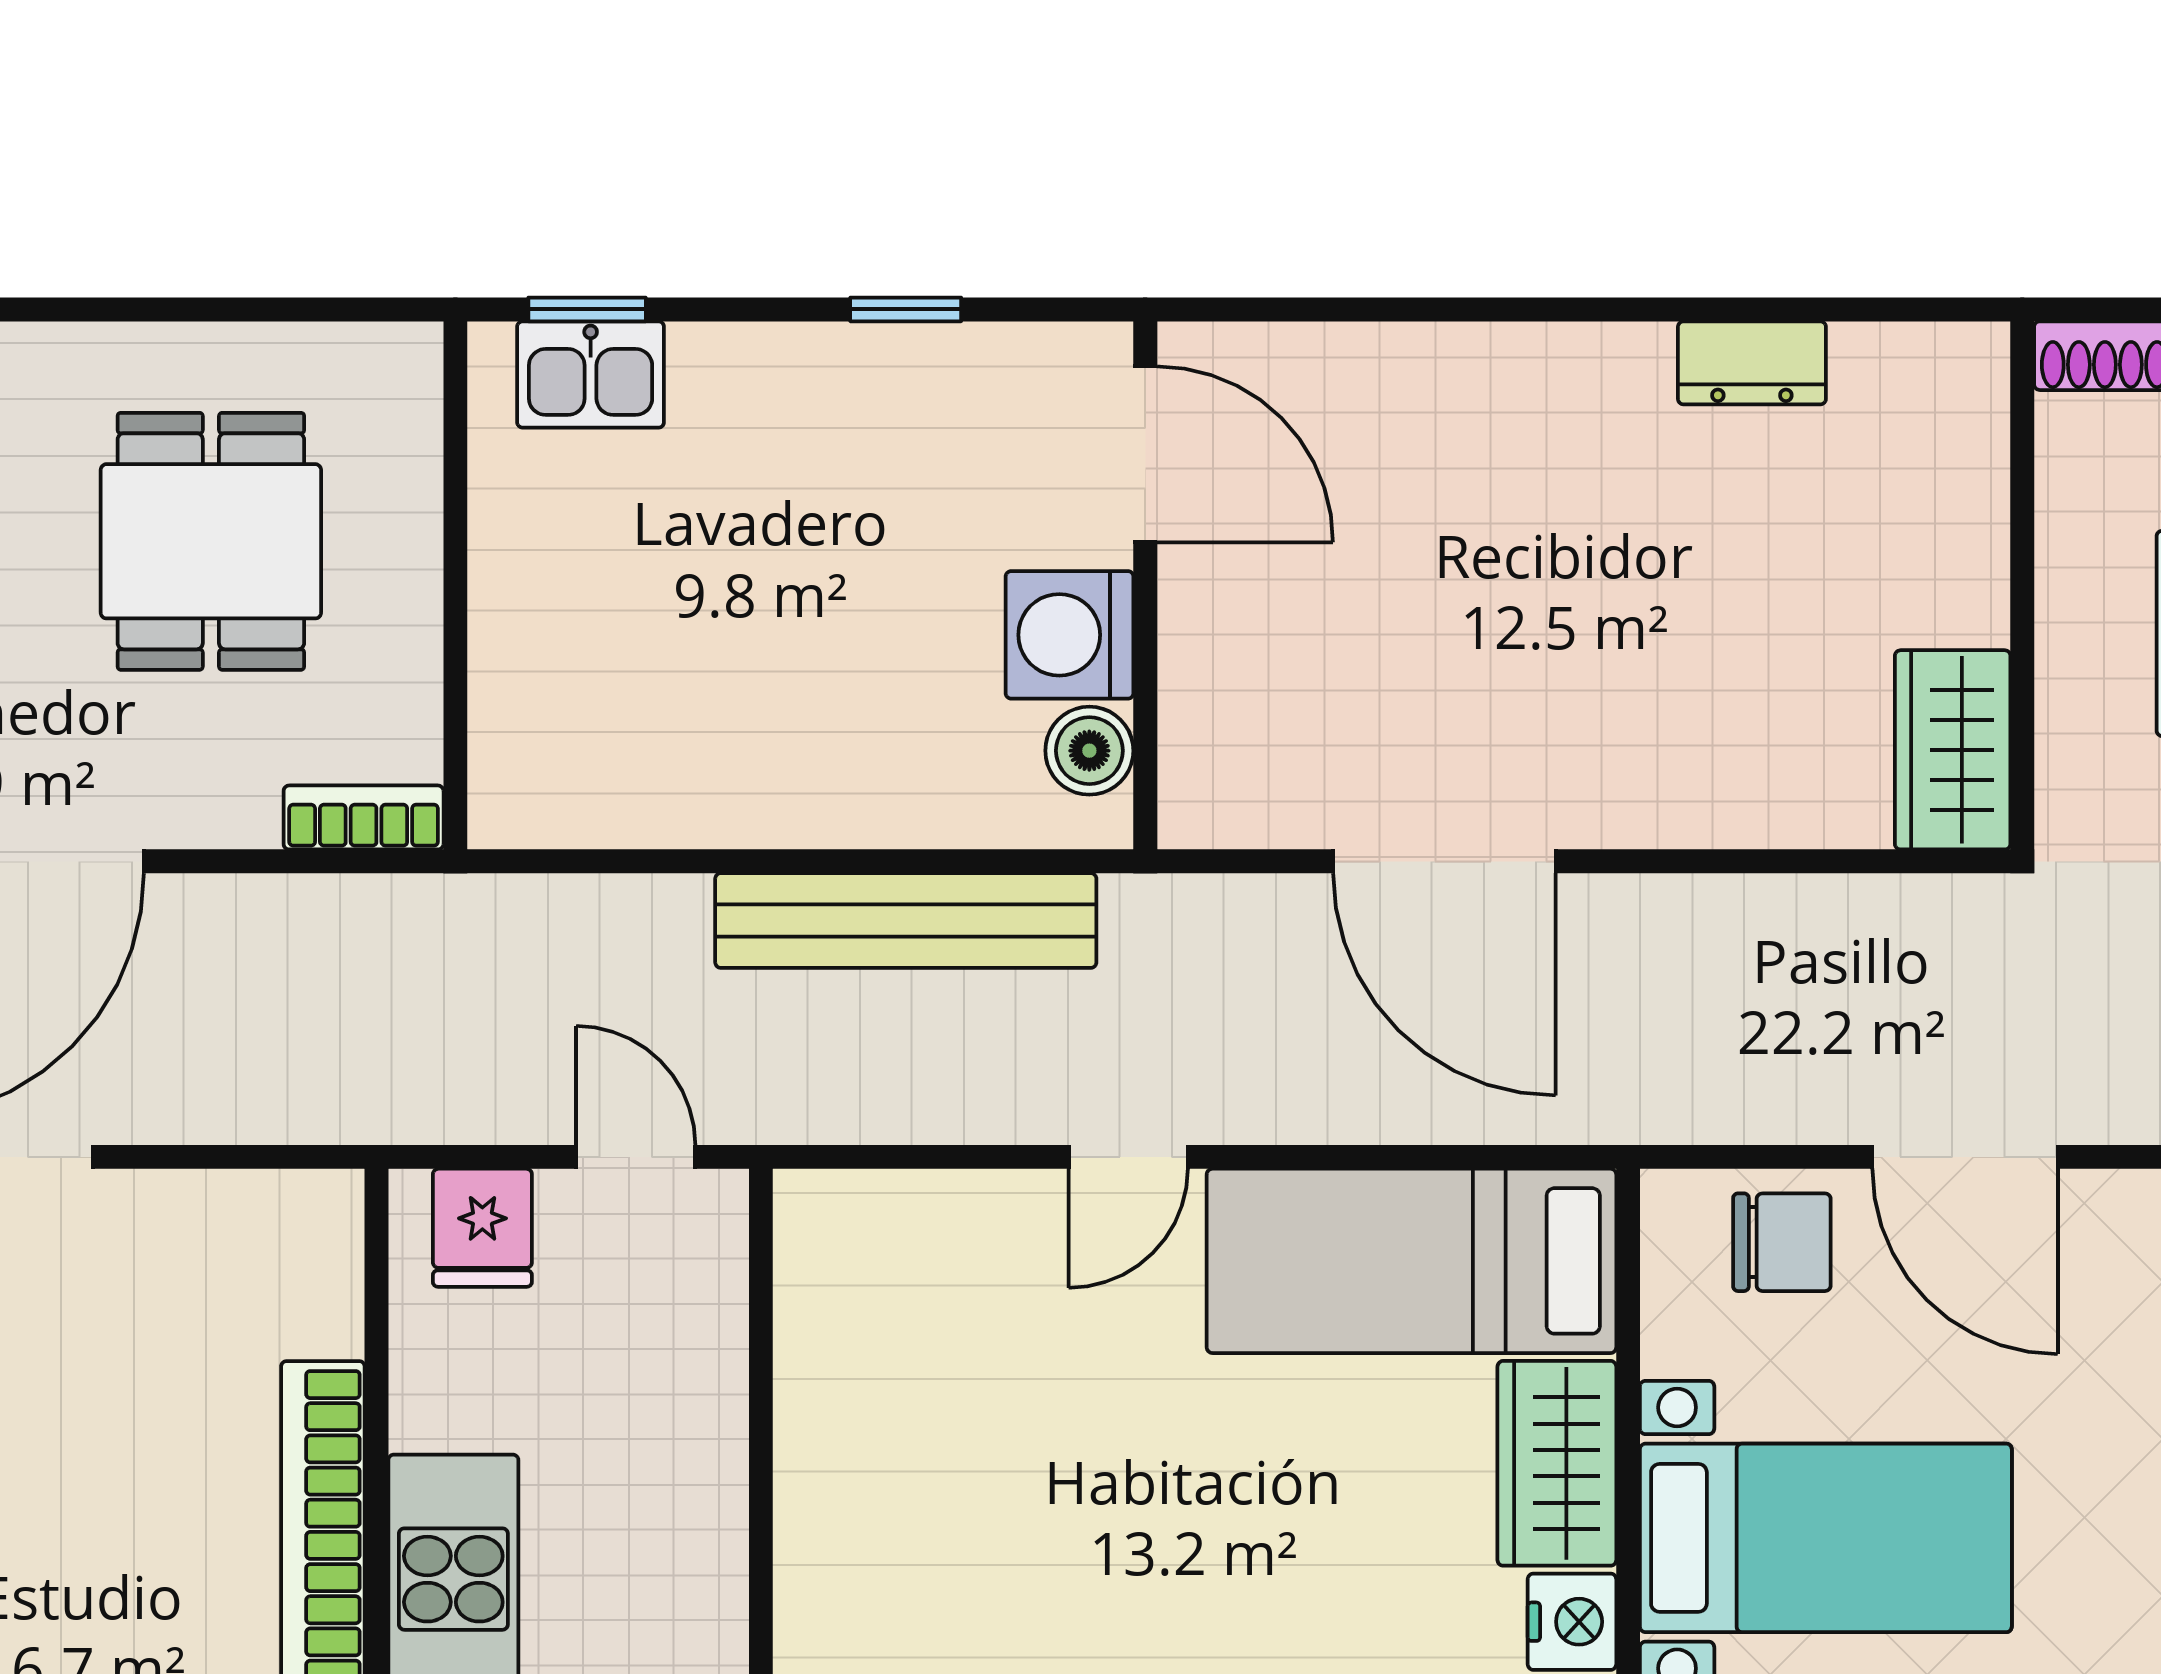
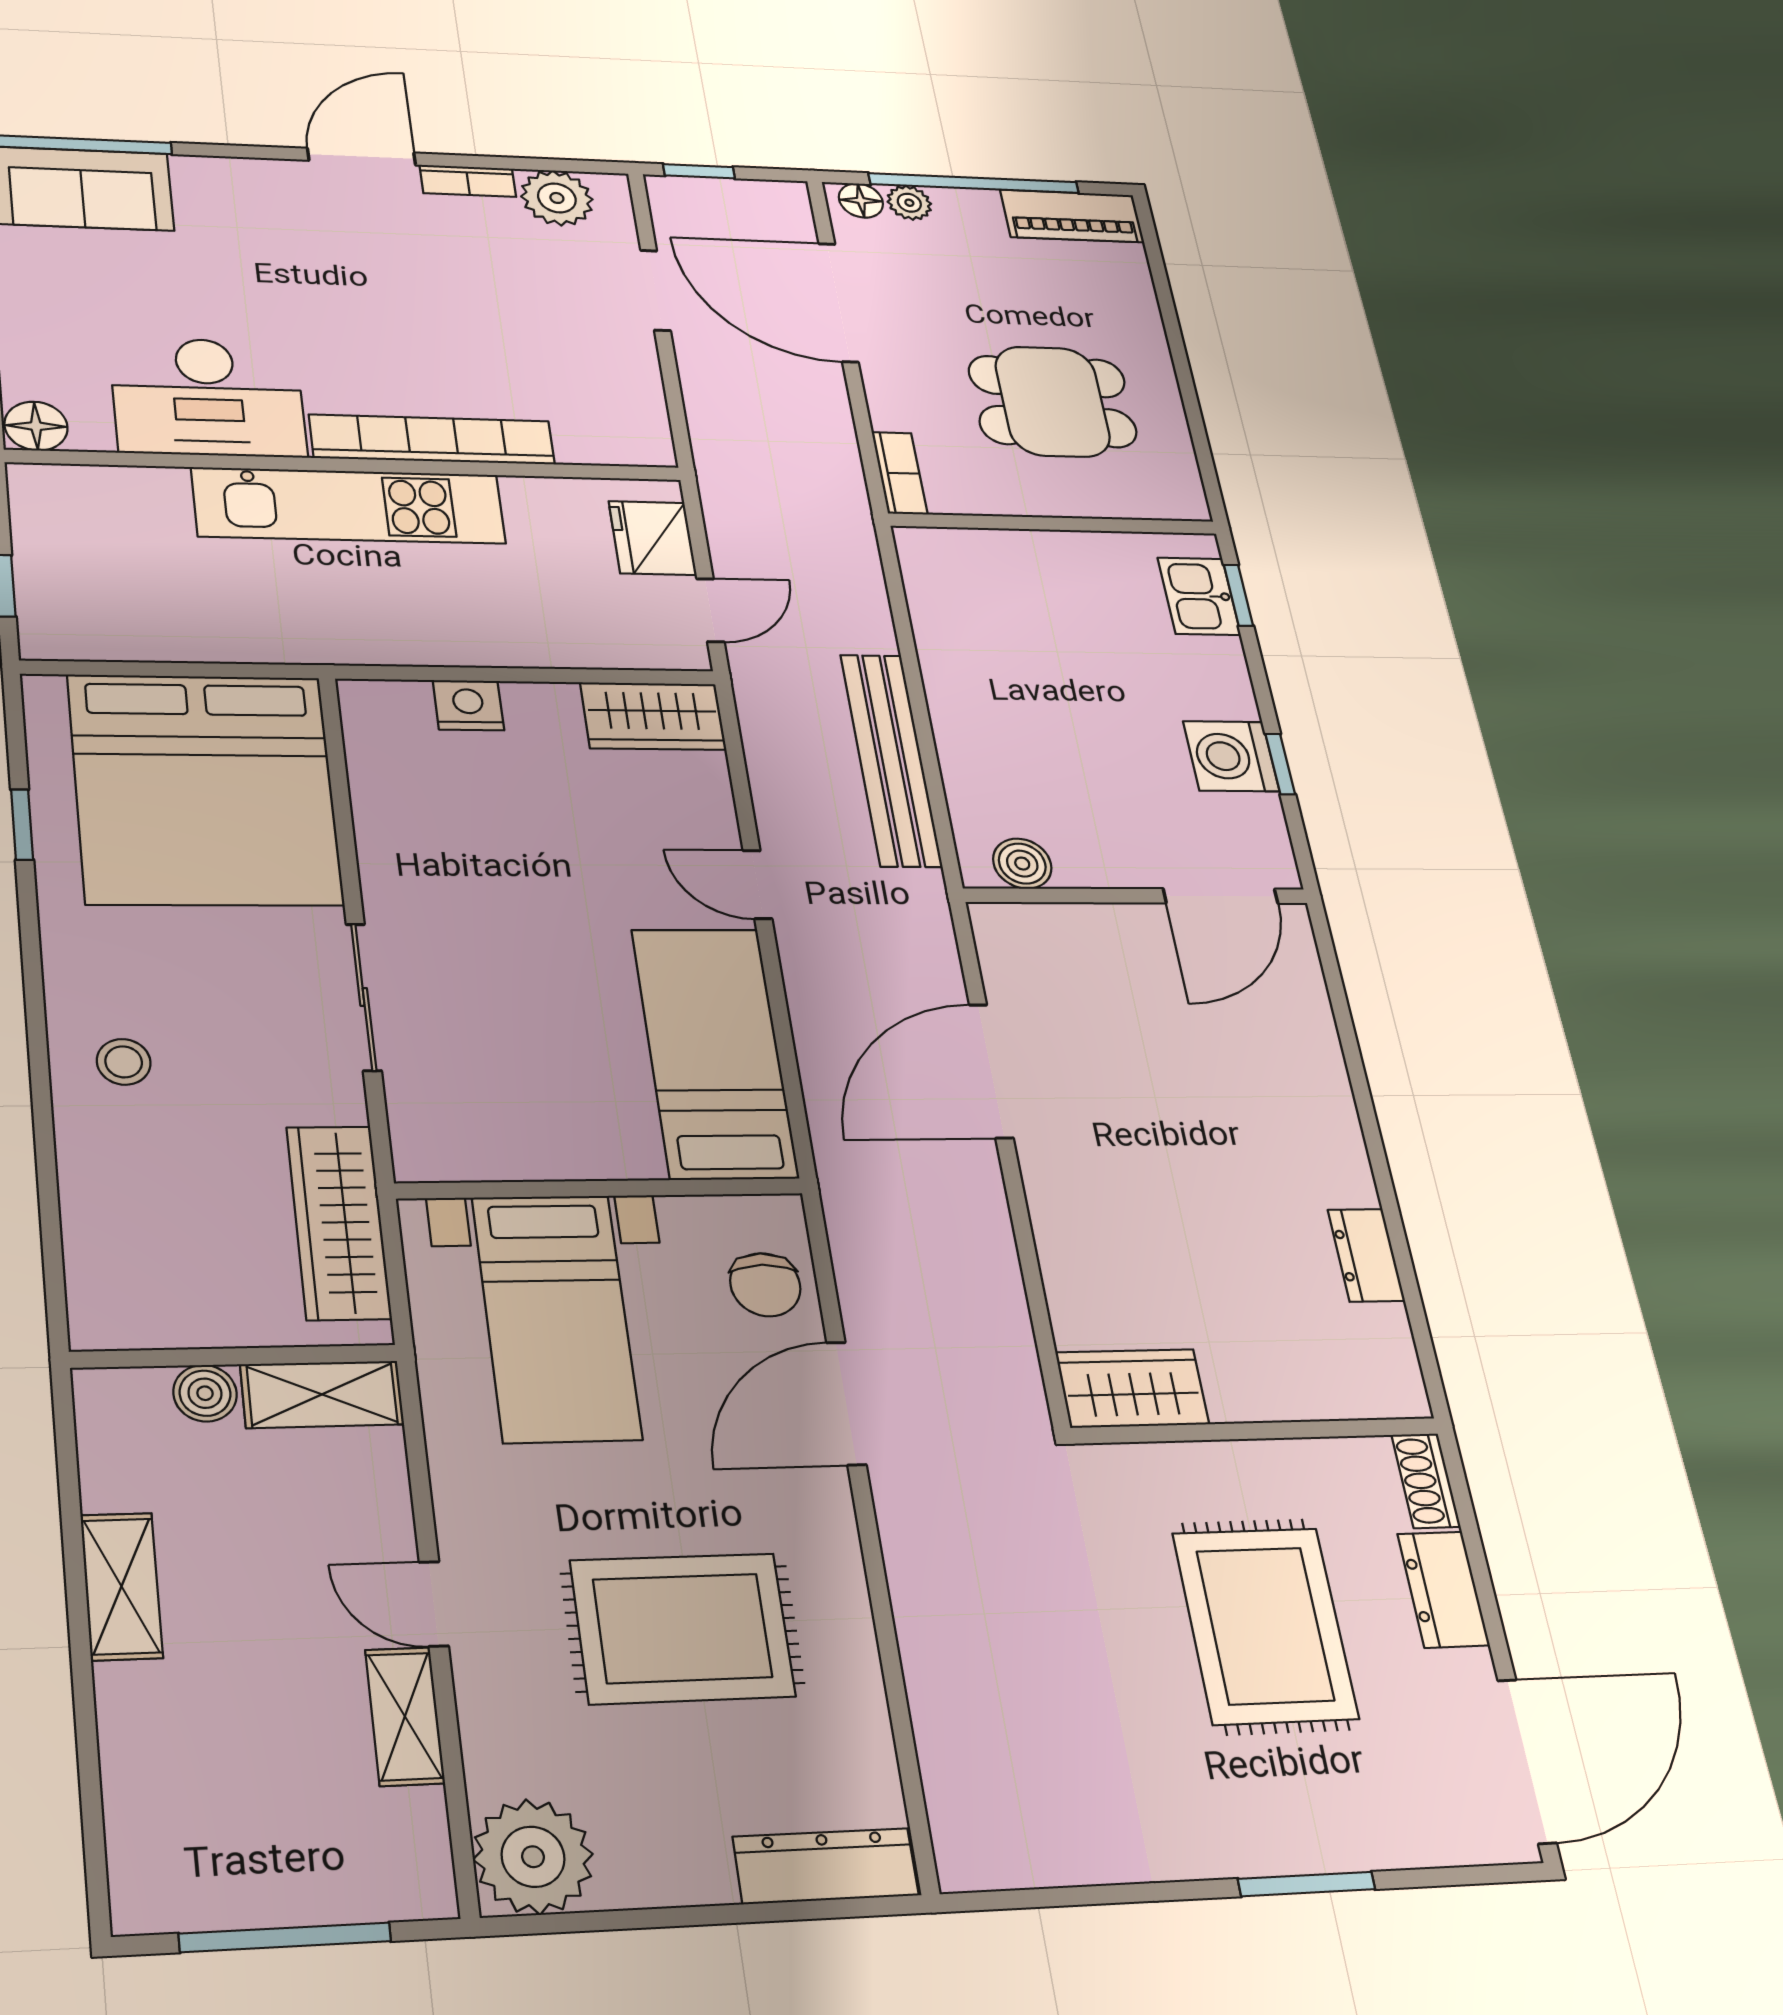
washing machine: (1070, 635) -> (1231, 756), moved, turned -90
fridge: (482, 1228) -> (652, 538), width x1.38
wardrobe: (1557, 1463) -> (653, 716), moved, turned 180
nightstand: (1572, 1622) -> (468, 705), moved, turned 180

